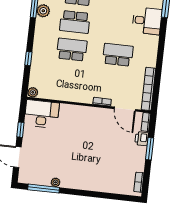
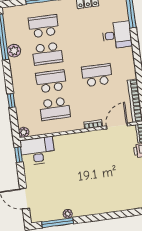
school desk: (69, 77) -> (55, 109), added
door: (125, 109) -> (117, 126), swing flipped
window: (20, 130) -> (19, 155), moved

